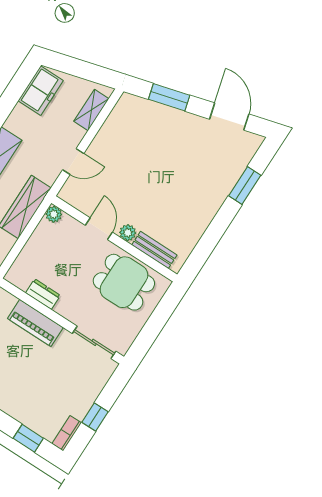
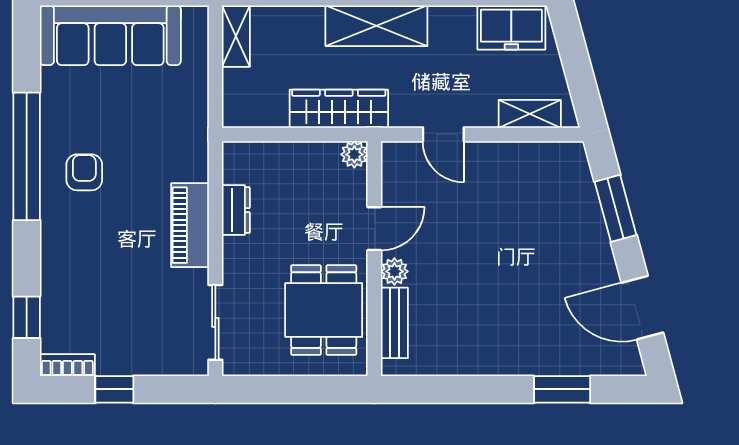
door: (229, 117) -> (642, 308), swing flipped

